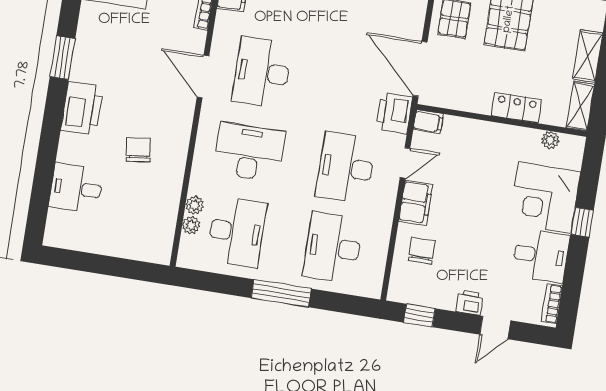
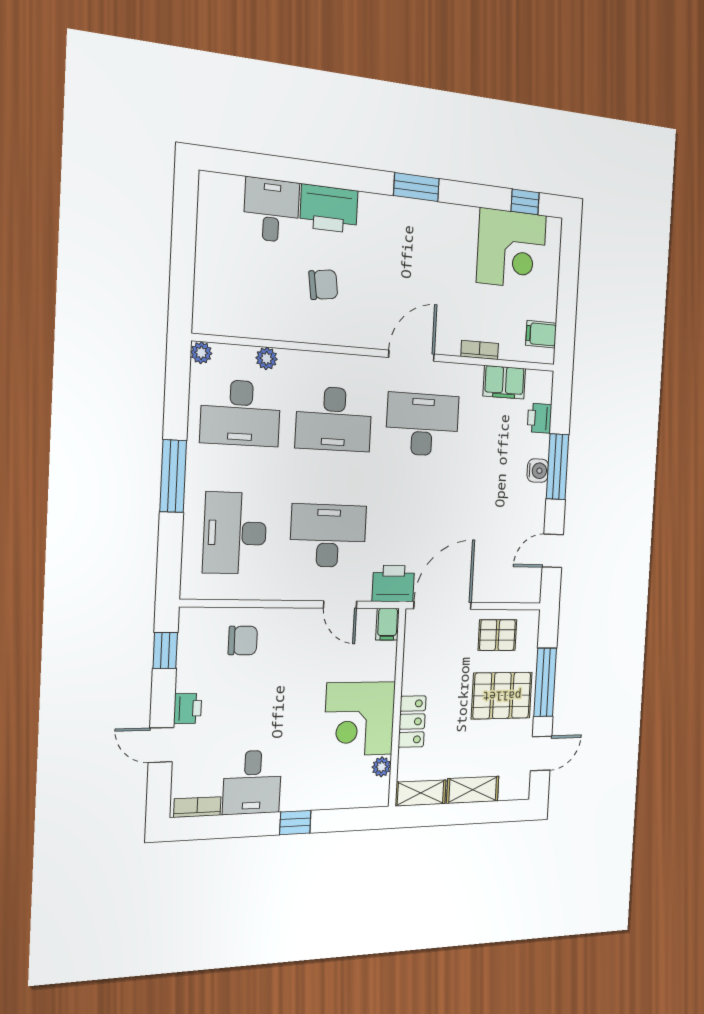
printer: (82, 108) -> (329, 209), moved
desk: (249, 152) -> (334, 419), turned 90
corner desk: (545, 198) -> (360, 719), moved, turned -90
filing cabinet: (416, 203) -> (297, 624), removed
plant: (191, 225) -> (201, 353), moved
desk: (333, 247) -> (235, 533), turned -90

